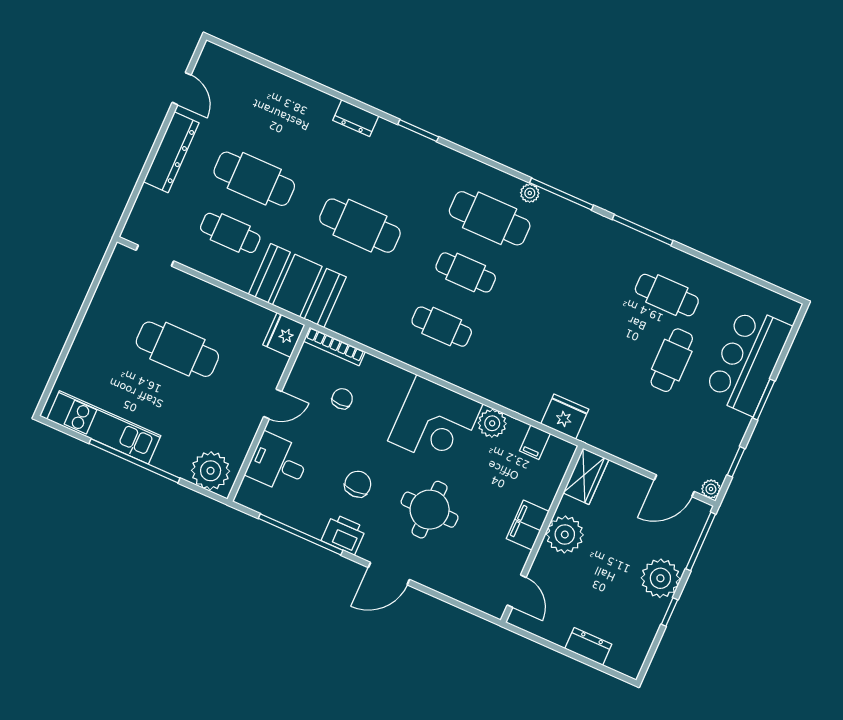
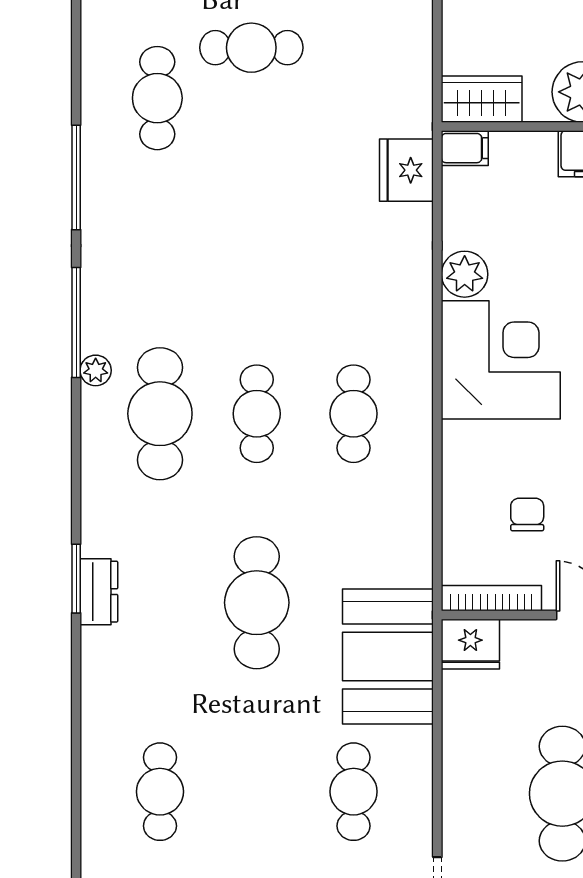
dresser: (356, 118) -> (99, 592), moved
cafe table: (254, 179) -> (160, 792), moved, width x0.73, depth x0.74
bookcase: (334, 346) -> (491, 598), moved, turned -90
chair: (342, 399) -> (527, 515), turned 90
filing cabinet: (535, 442) -> (465, 148), moved

